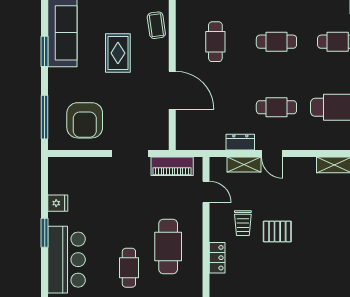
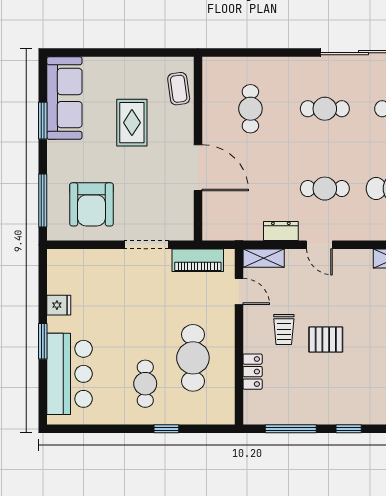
shelving: (244, 164) -> (264, 258), moved

